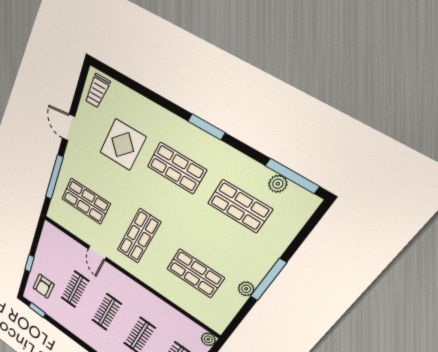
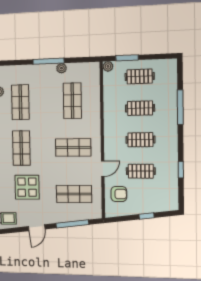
shop shelf: (86, 201) -> (74, 194), turned 90
armchair: (44, 286) -> (119, 194), moved
window: (37, 310) -> (181, 170), moved

